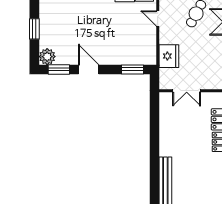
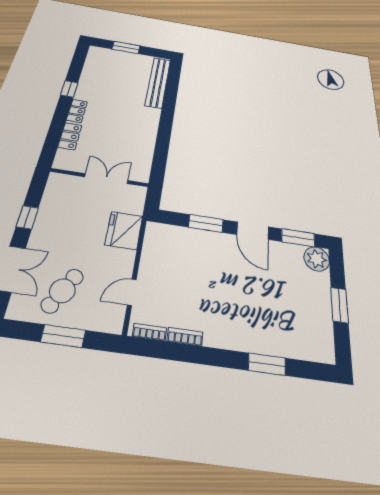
door: (158, 18) -> (132, 292), swing flipped
window: (133, 69) -> (206, 223), moved

